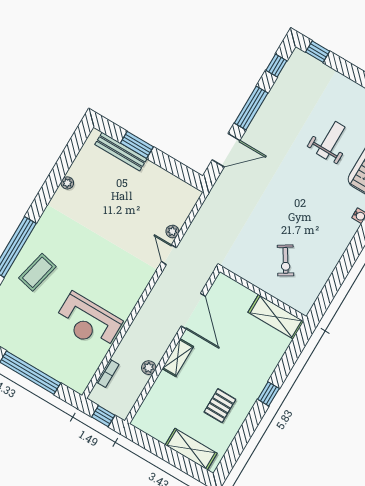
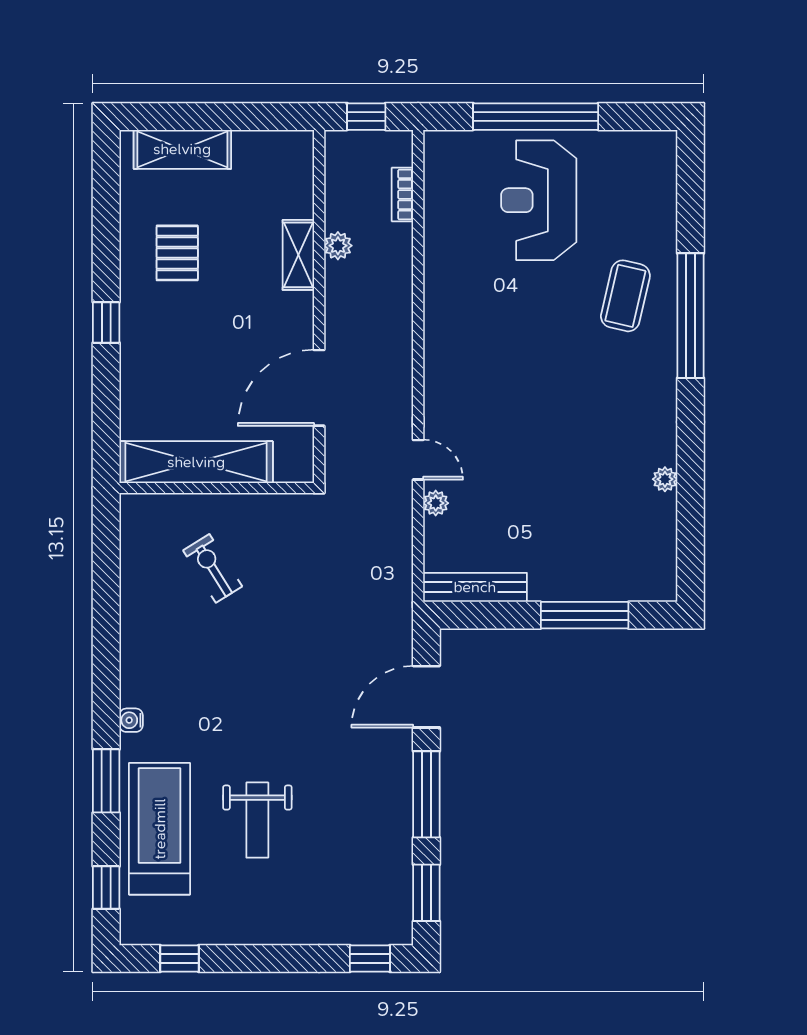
window: (276, 66) -> (426, 893), width x1.50
window: (137, 145) -> (585, 615), width x1.44
bench: (121, 152) -> (475, 587), moved
door: (193, 311) -> (319, 388), hinge flipped
shelving: (276, 317) -> (196, 462), width x1.47
reception desk: (88, 322) -> (539, 200), moved, turned -90
shelving: (178, 358) -> (298, 255), moved

